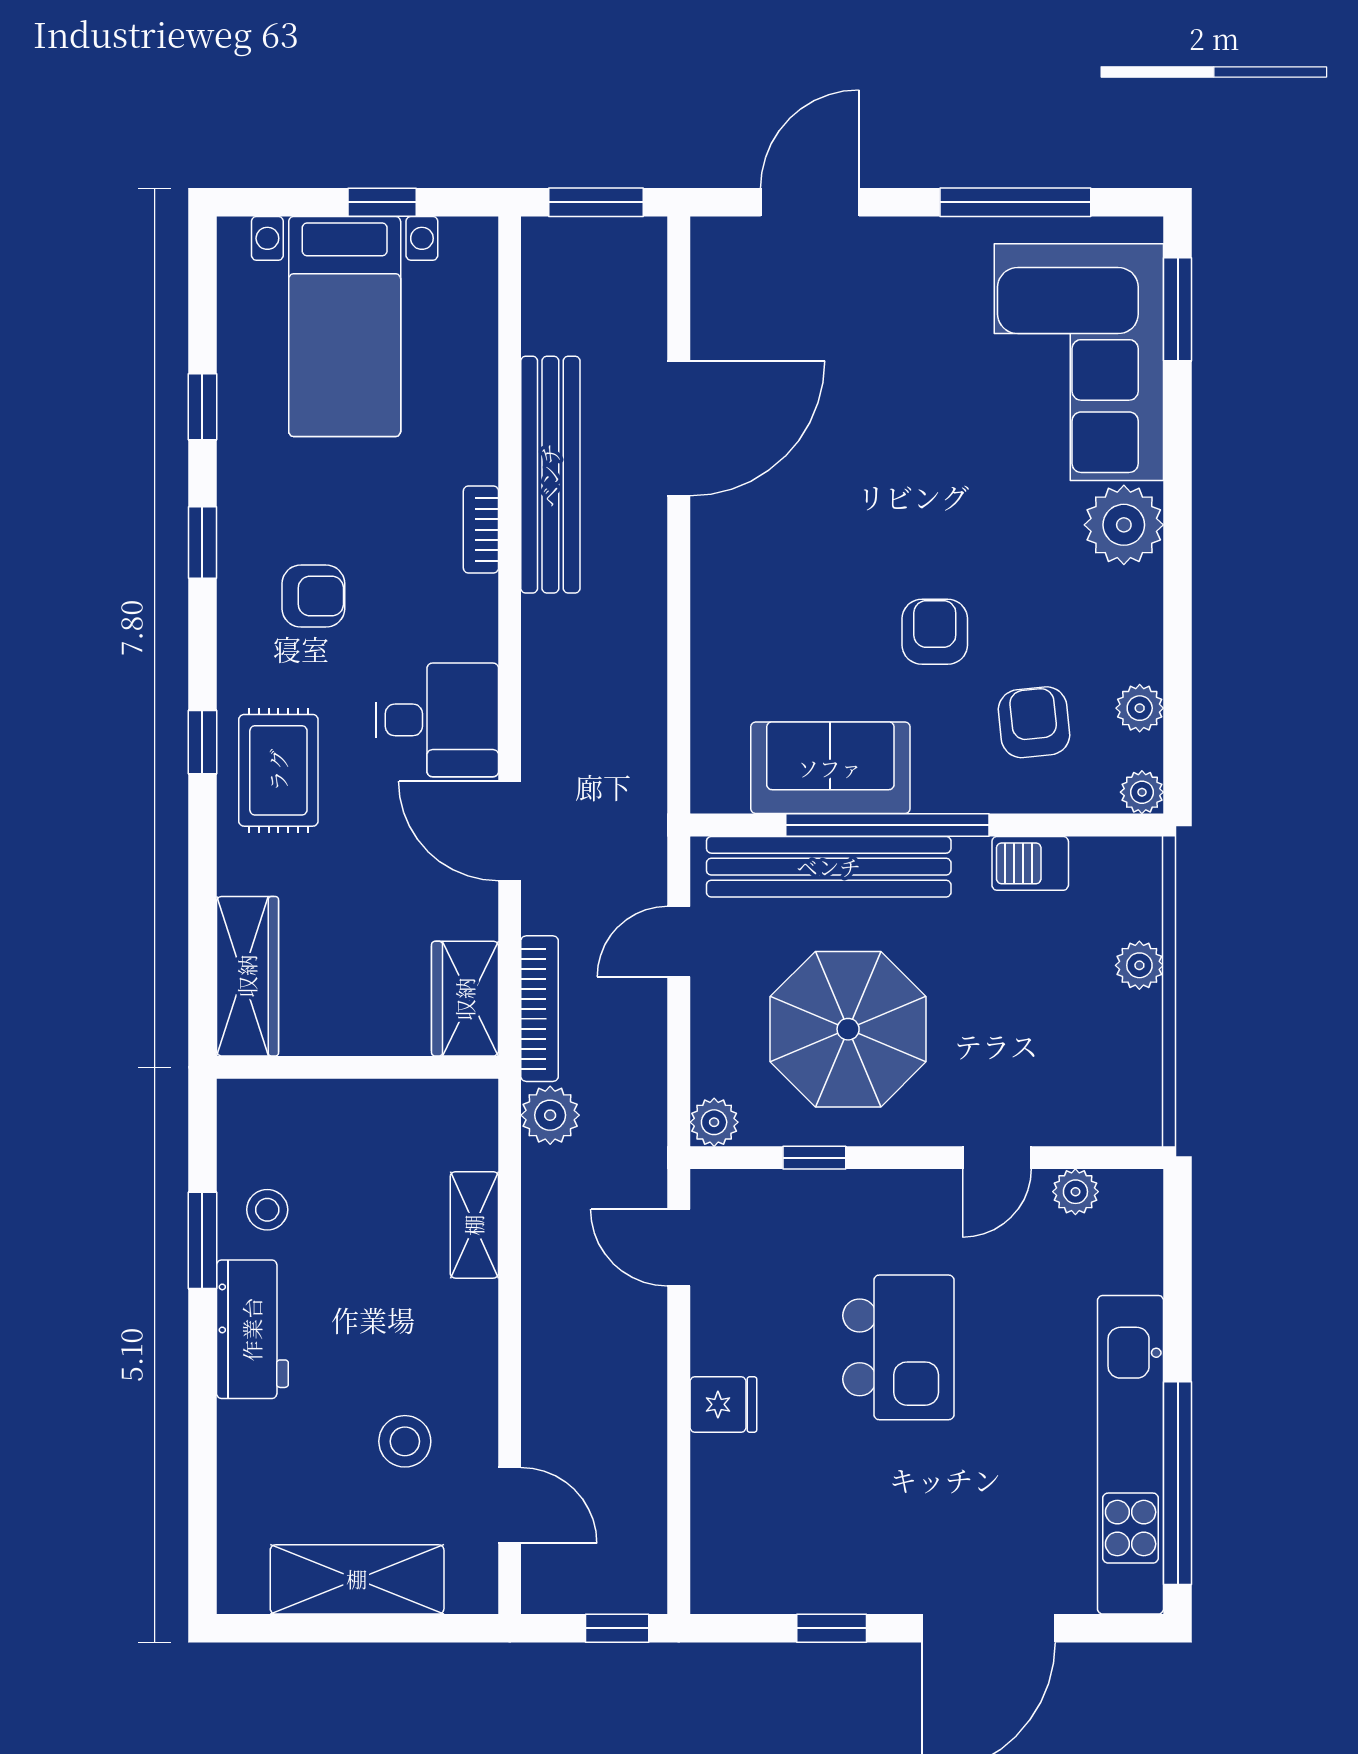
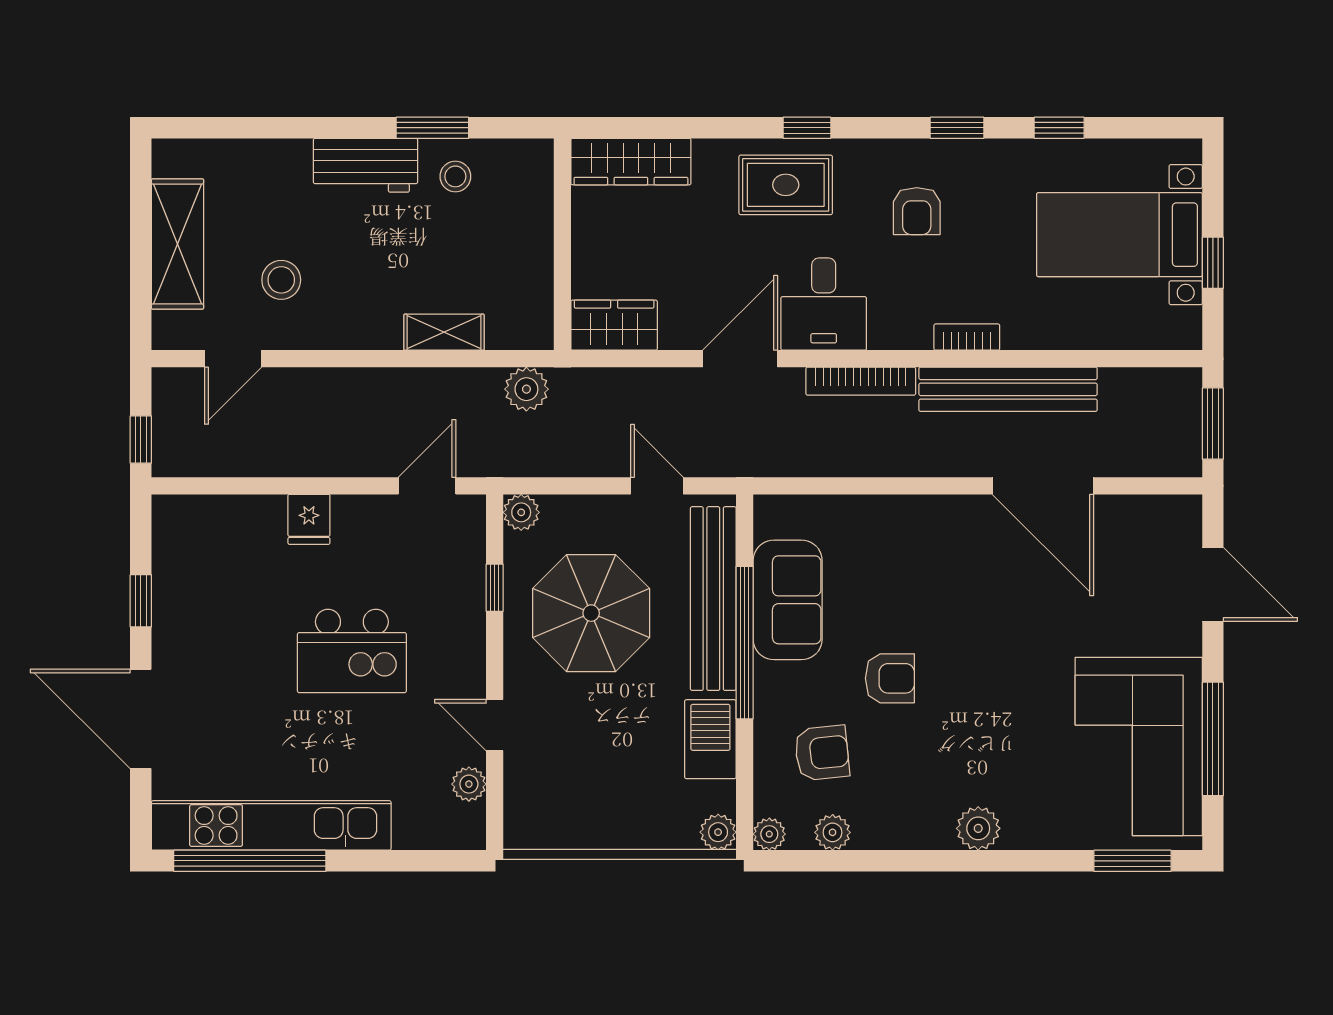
corner sofa: (1079, 362) -> (1139, 746), moved, turned -90
plant: (1124, 525) -> (978, 828), width x0.73, depth x0.73
barbecue: (1030, 863) -> (710, 739), width x1.38, depth x1.27
plant: (1139, 965) -> (718, 832), moved
bookcase: (540, 1009) -> (861, 381), moved

